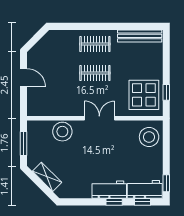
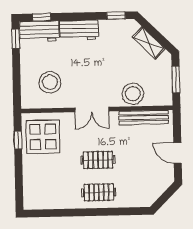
bench: (140, 36) -> (144, 118), moved
stool: (149, 137) -> (50, 82), moved
window: (114, 202) -> (116, 16), moved

